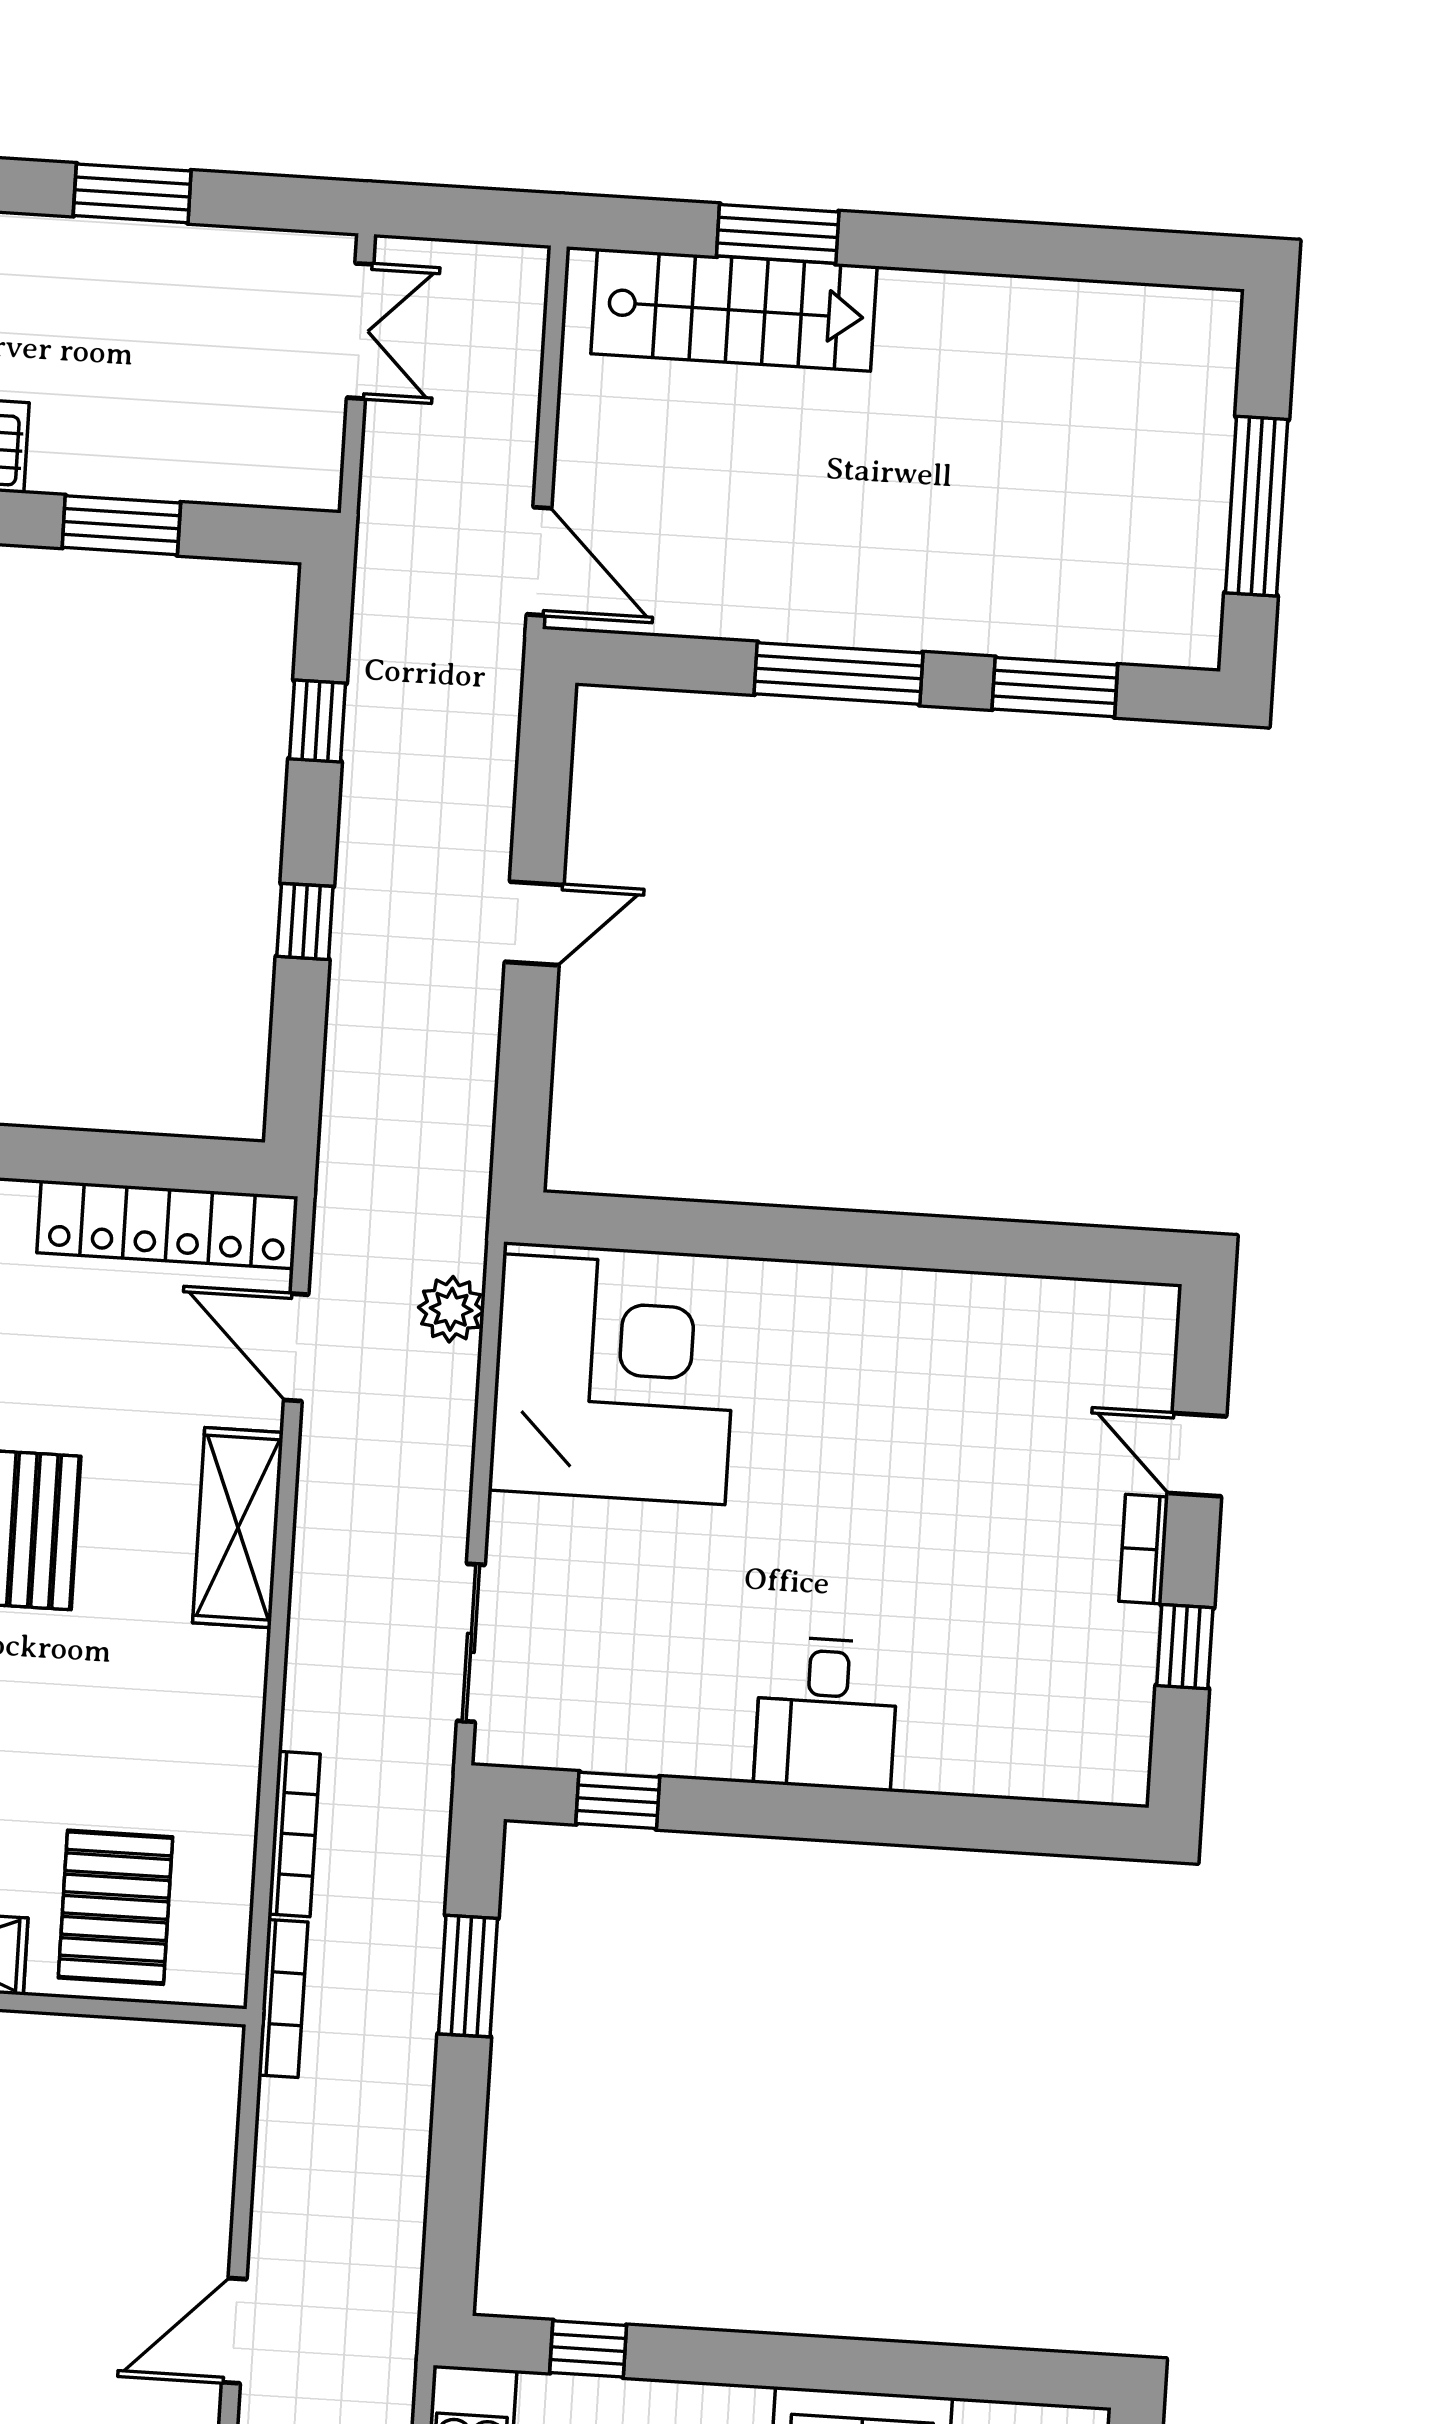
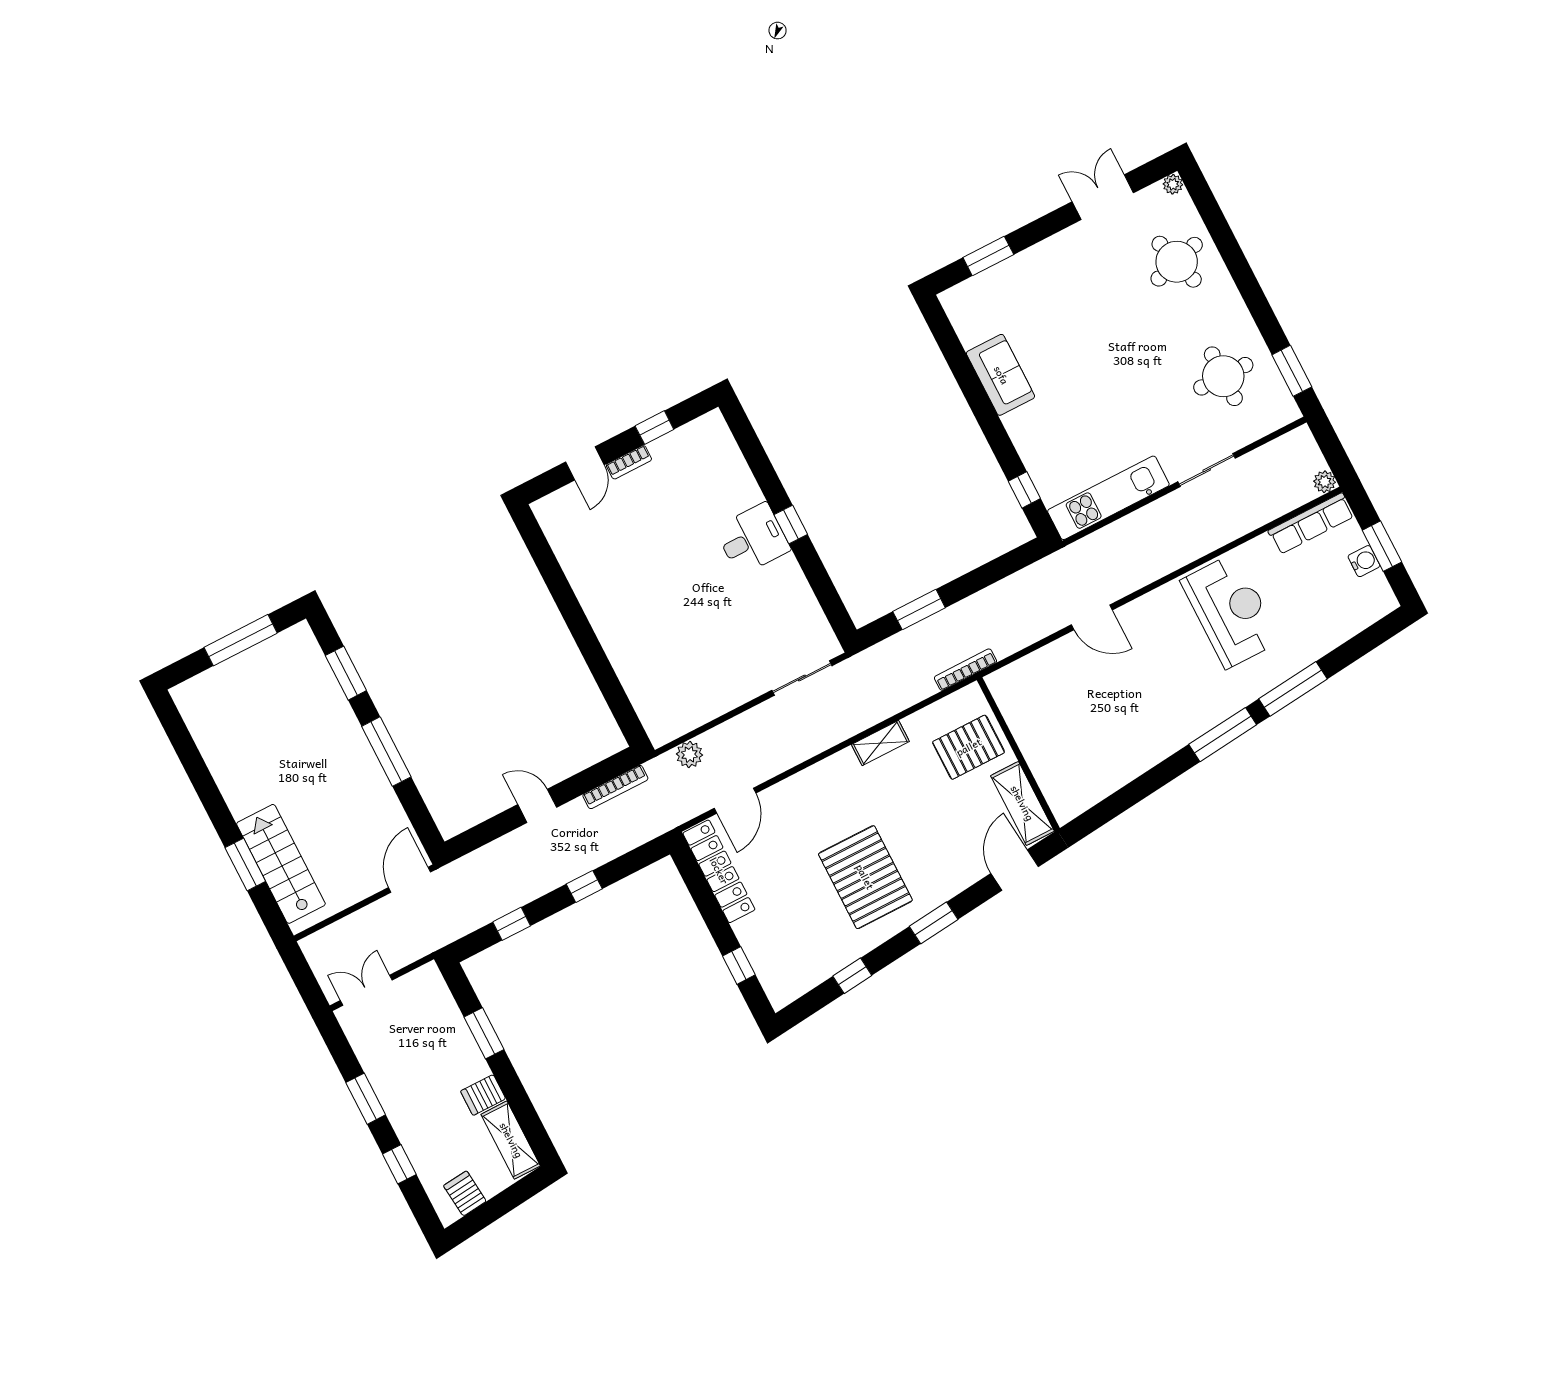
corner desk: (614, 1379) -> (680, 683), removed
shelving: (238, 1528) -> (880, 743), moved, width x0.67, depth x0.75
window: (618, 1800) -> (791, 525), moved
bookcase: (294, 1834) -> (615, 787), moved, turned 180

